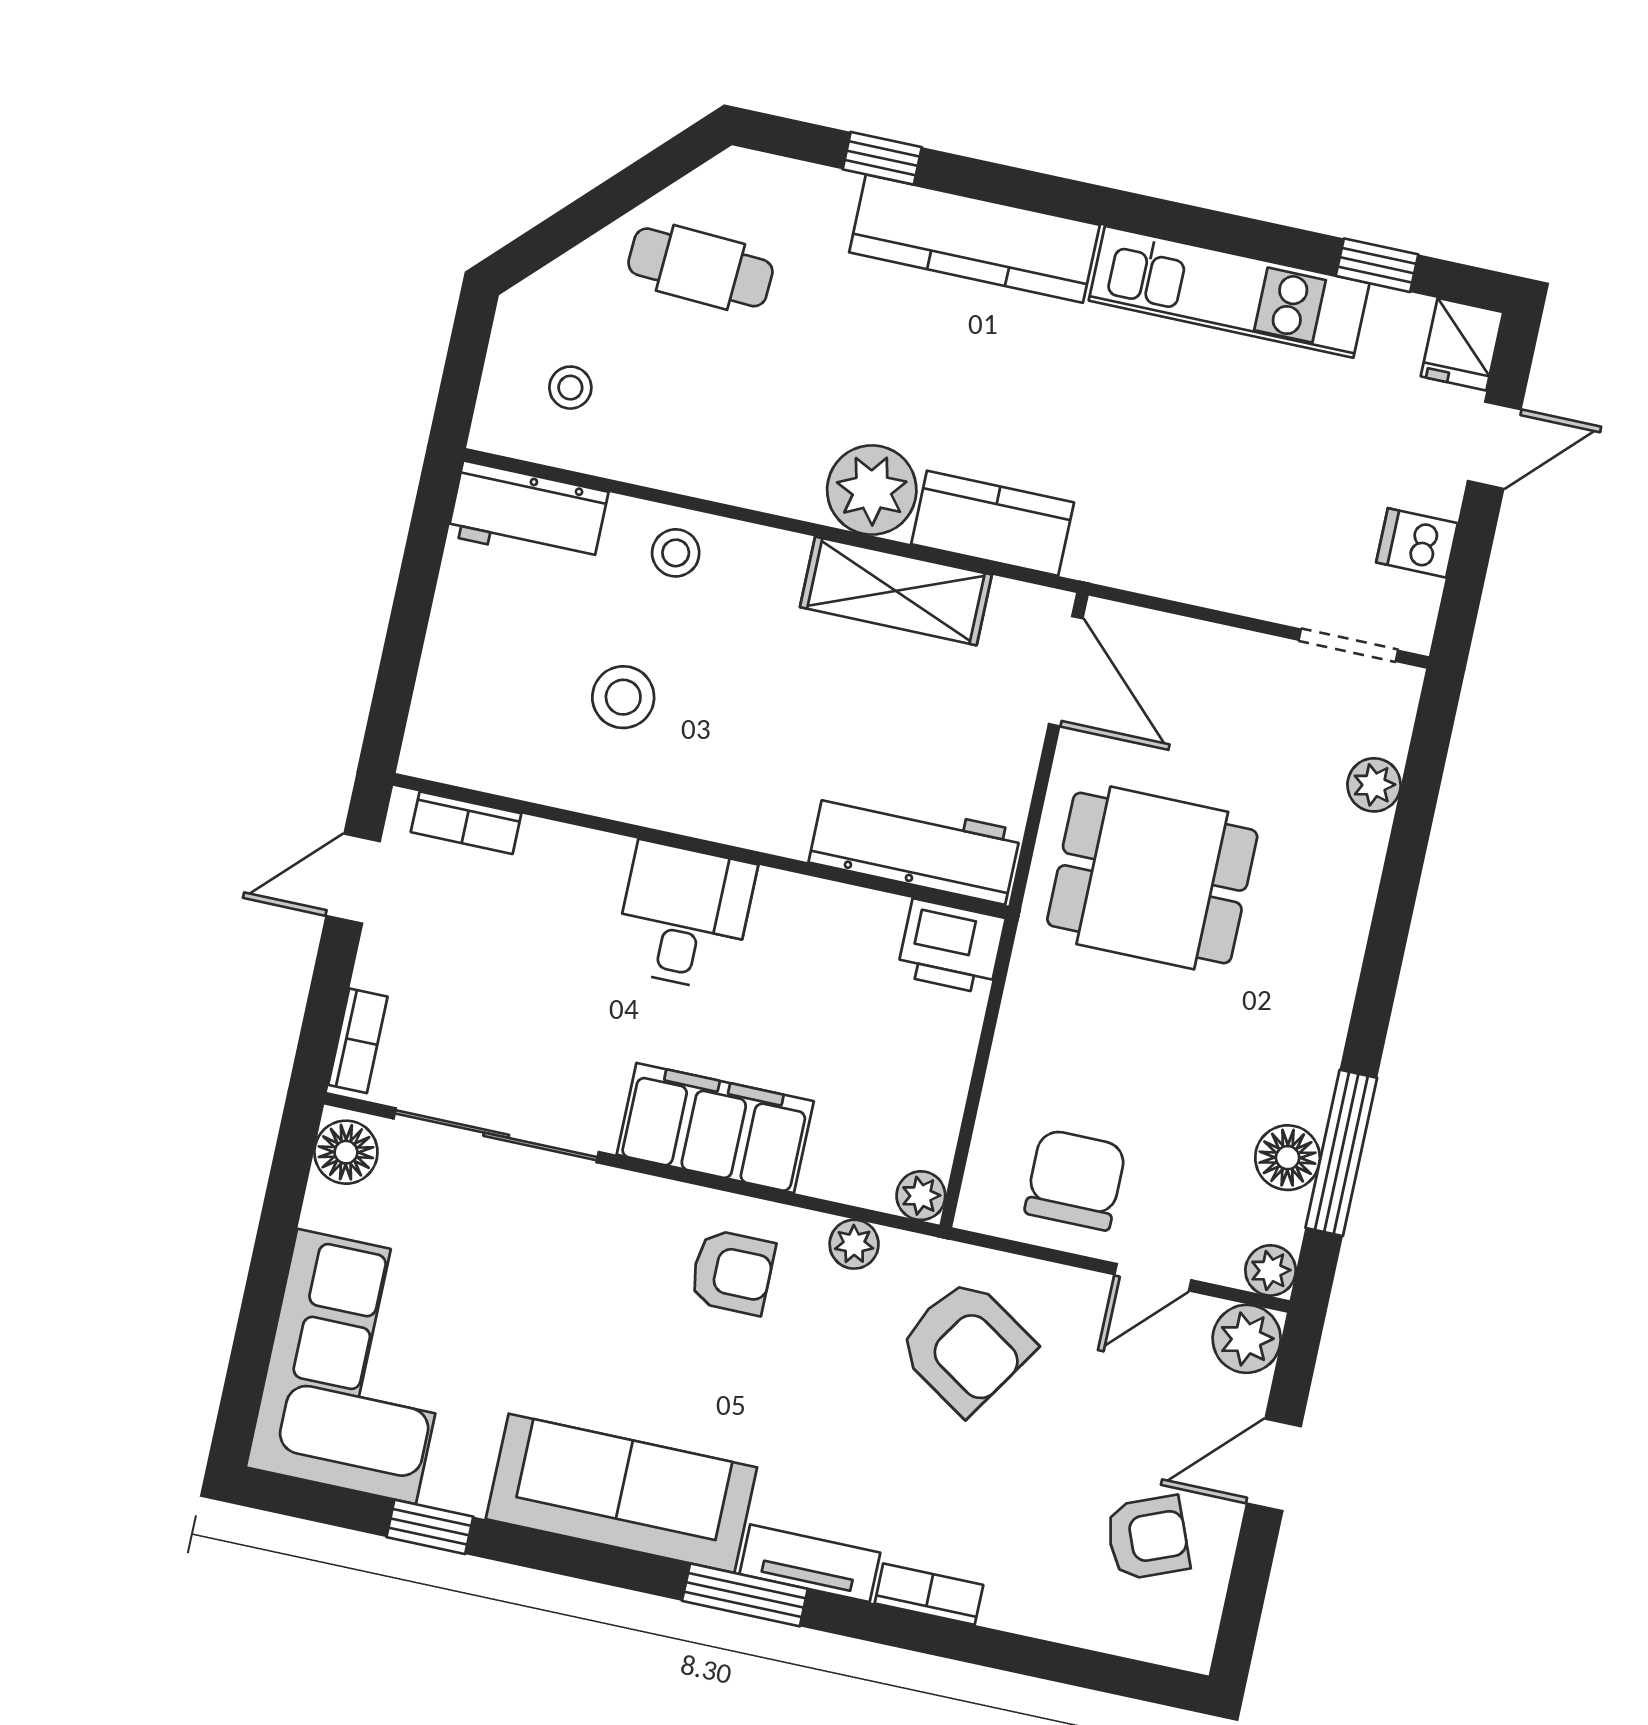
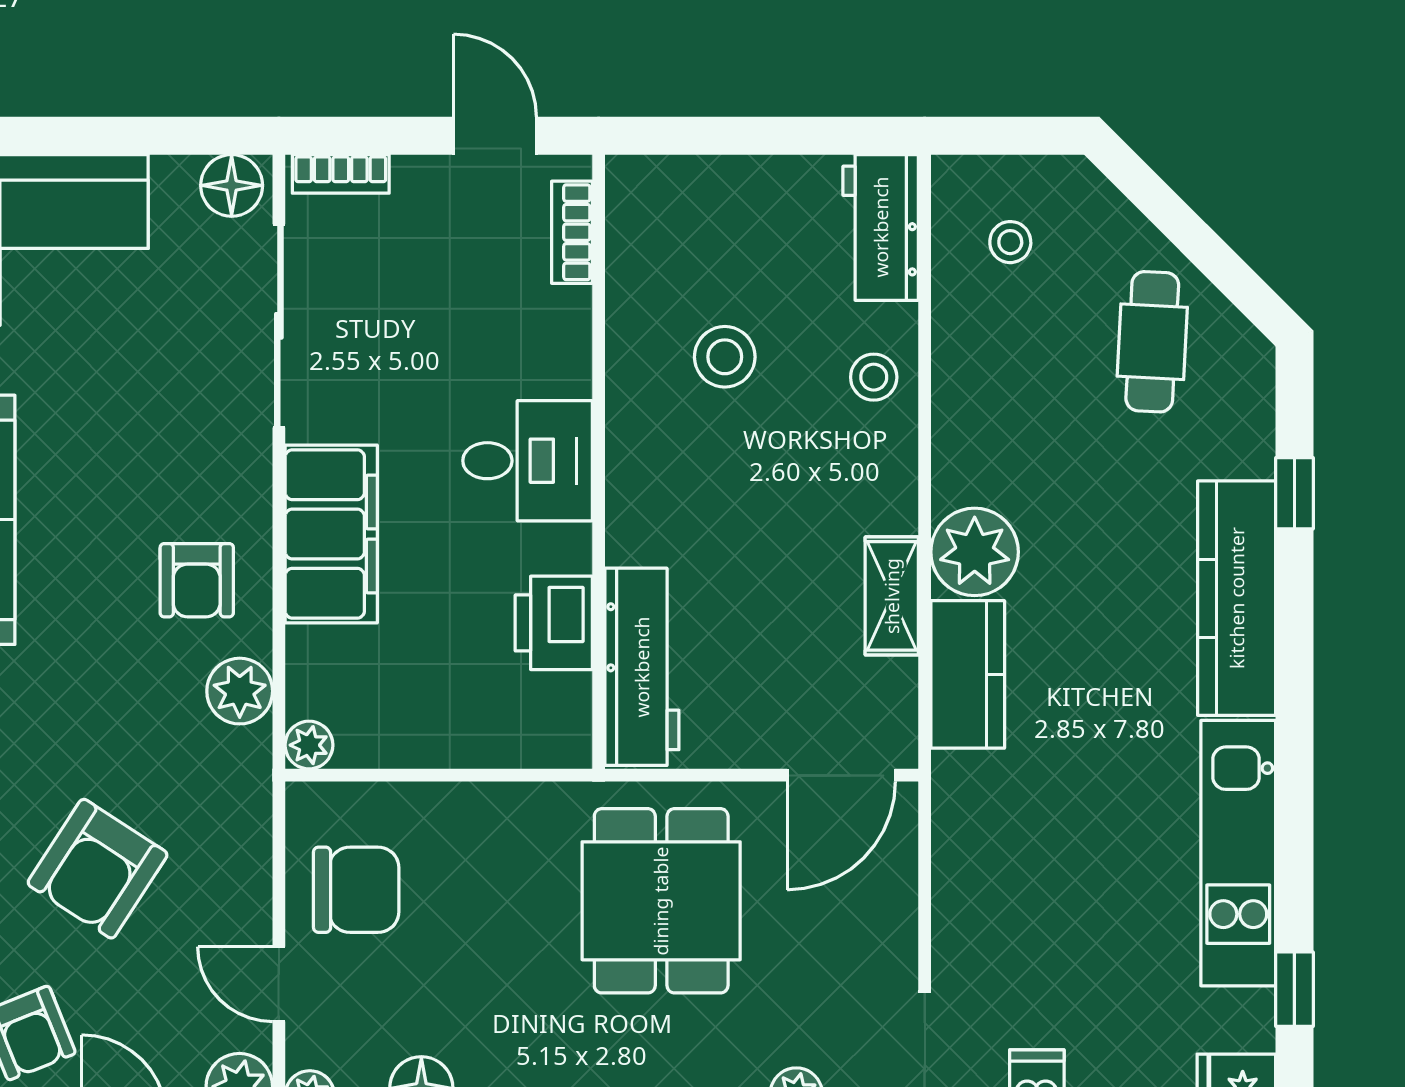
shelving: (896, 591) -> (892, 596), width x0.67, depth x0.75
printer: (951, 947) -> (554, 623), moved
plant: (854, 1244) -> (240, 691), width x1.38, depth x1.38
armchair: (966, 1346) -> (98, 869), moved

